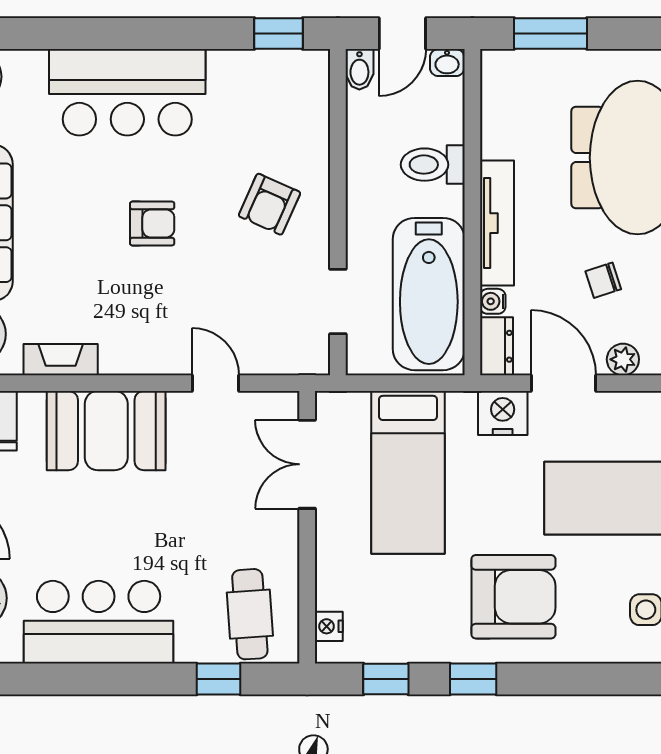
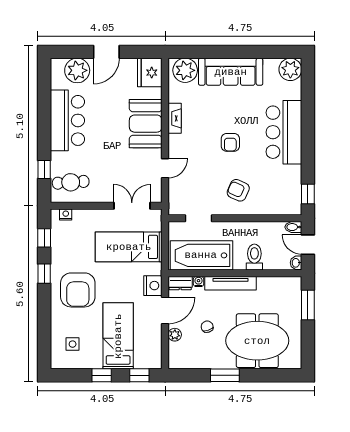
fireplace: (61, 360) -> (175, 118), moved

